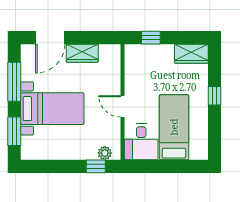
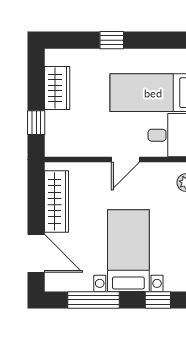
wardrobe: (82, 53) -> (56, 201), width x1.50
wardrobe: (191, 54) -> (57, 88), moved
window: (14, 131) -> (158, 300), width x0.67

